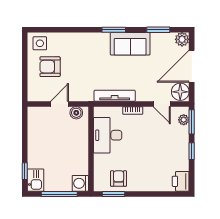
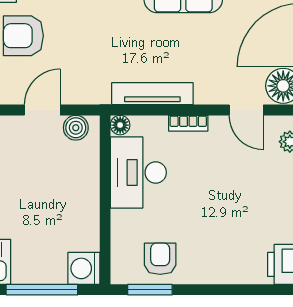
floor lamp: (98, 111) -> (120, 125), added

